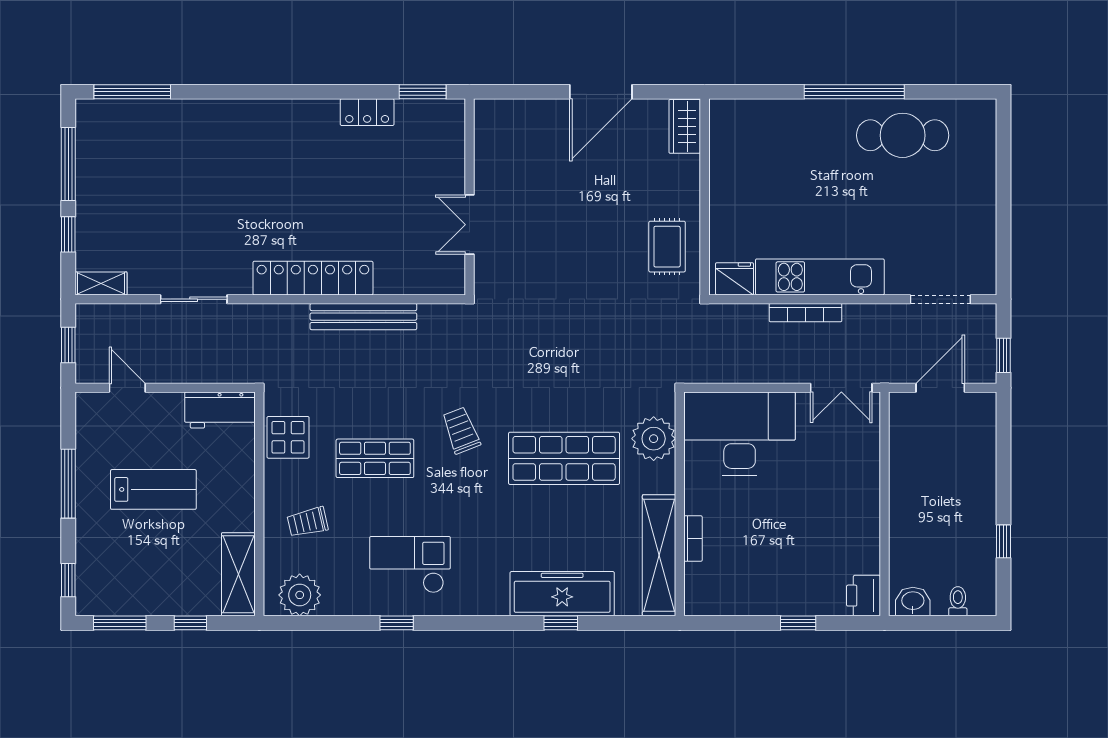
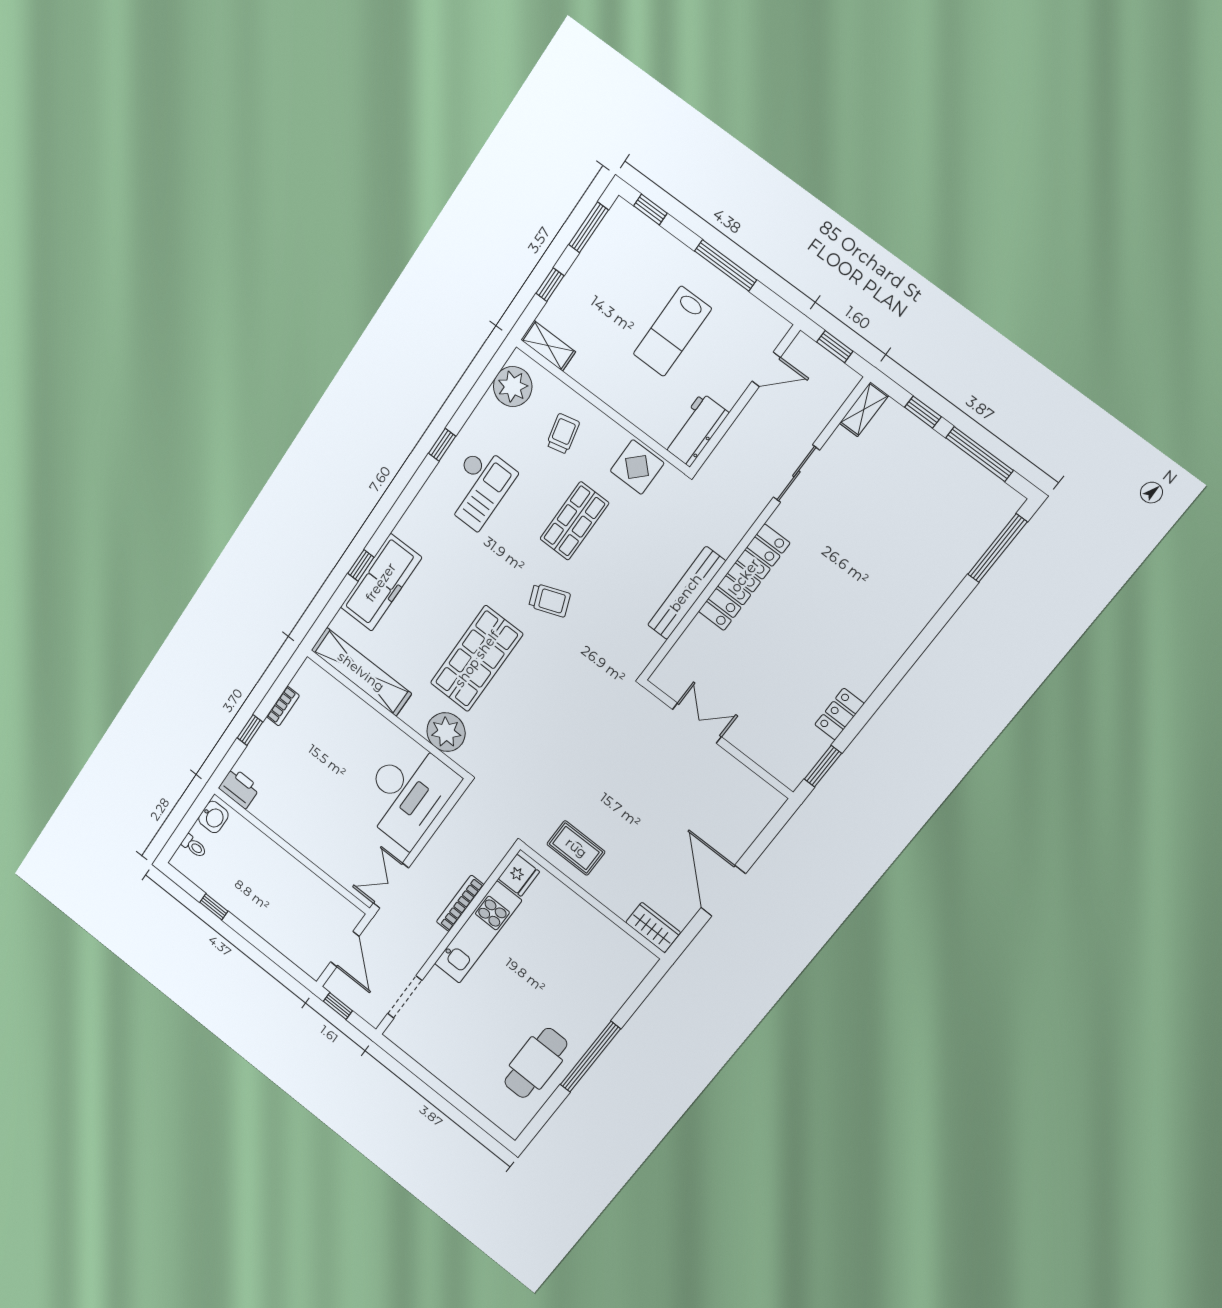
bookcase: (693, 539) -> (283, 706), moved, turned -90
shelving: (238, 574) -> (548, 346), width x0.67, depth x0.75

